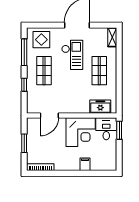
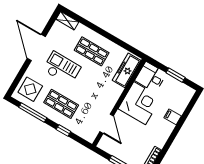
freezer: (100, 107) -> (127, 70), width x1.40
window: (119, 130) -> (176, 75), moved

